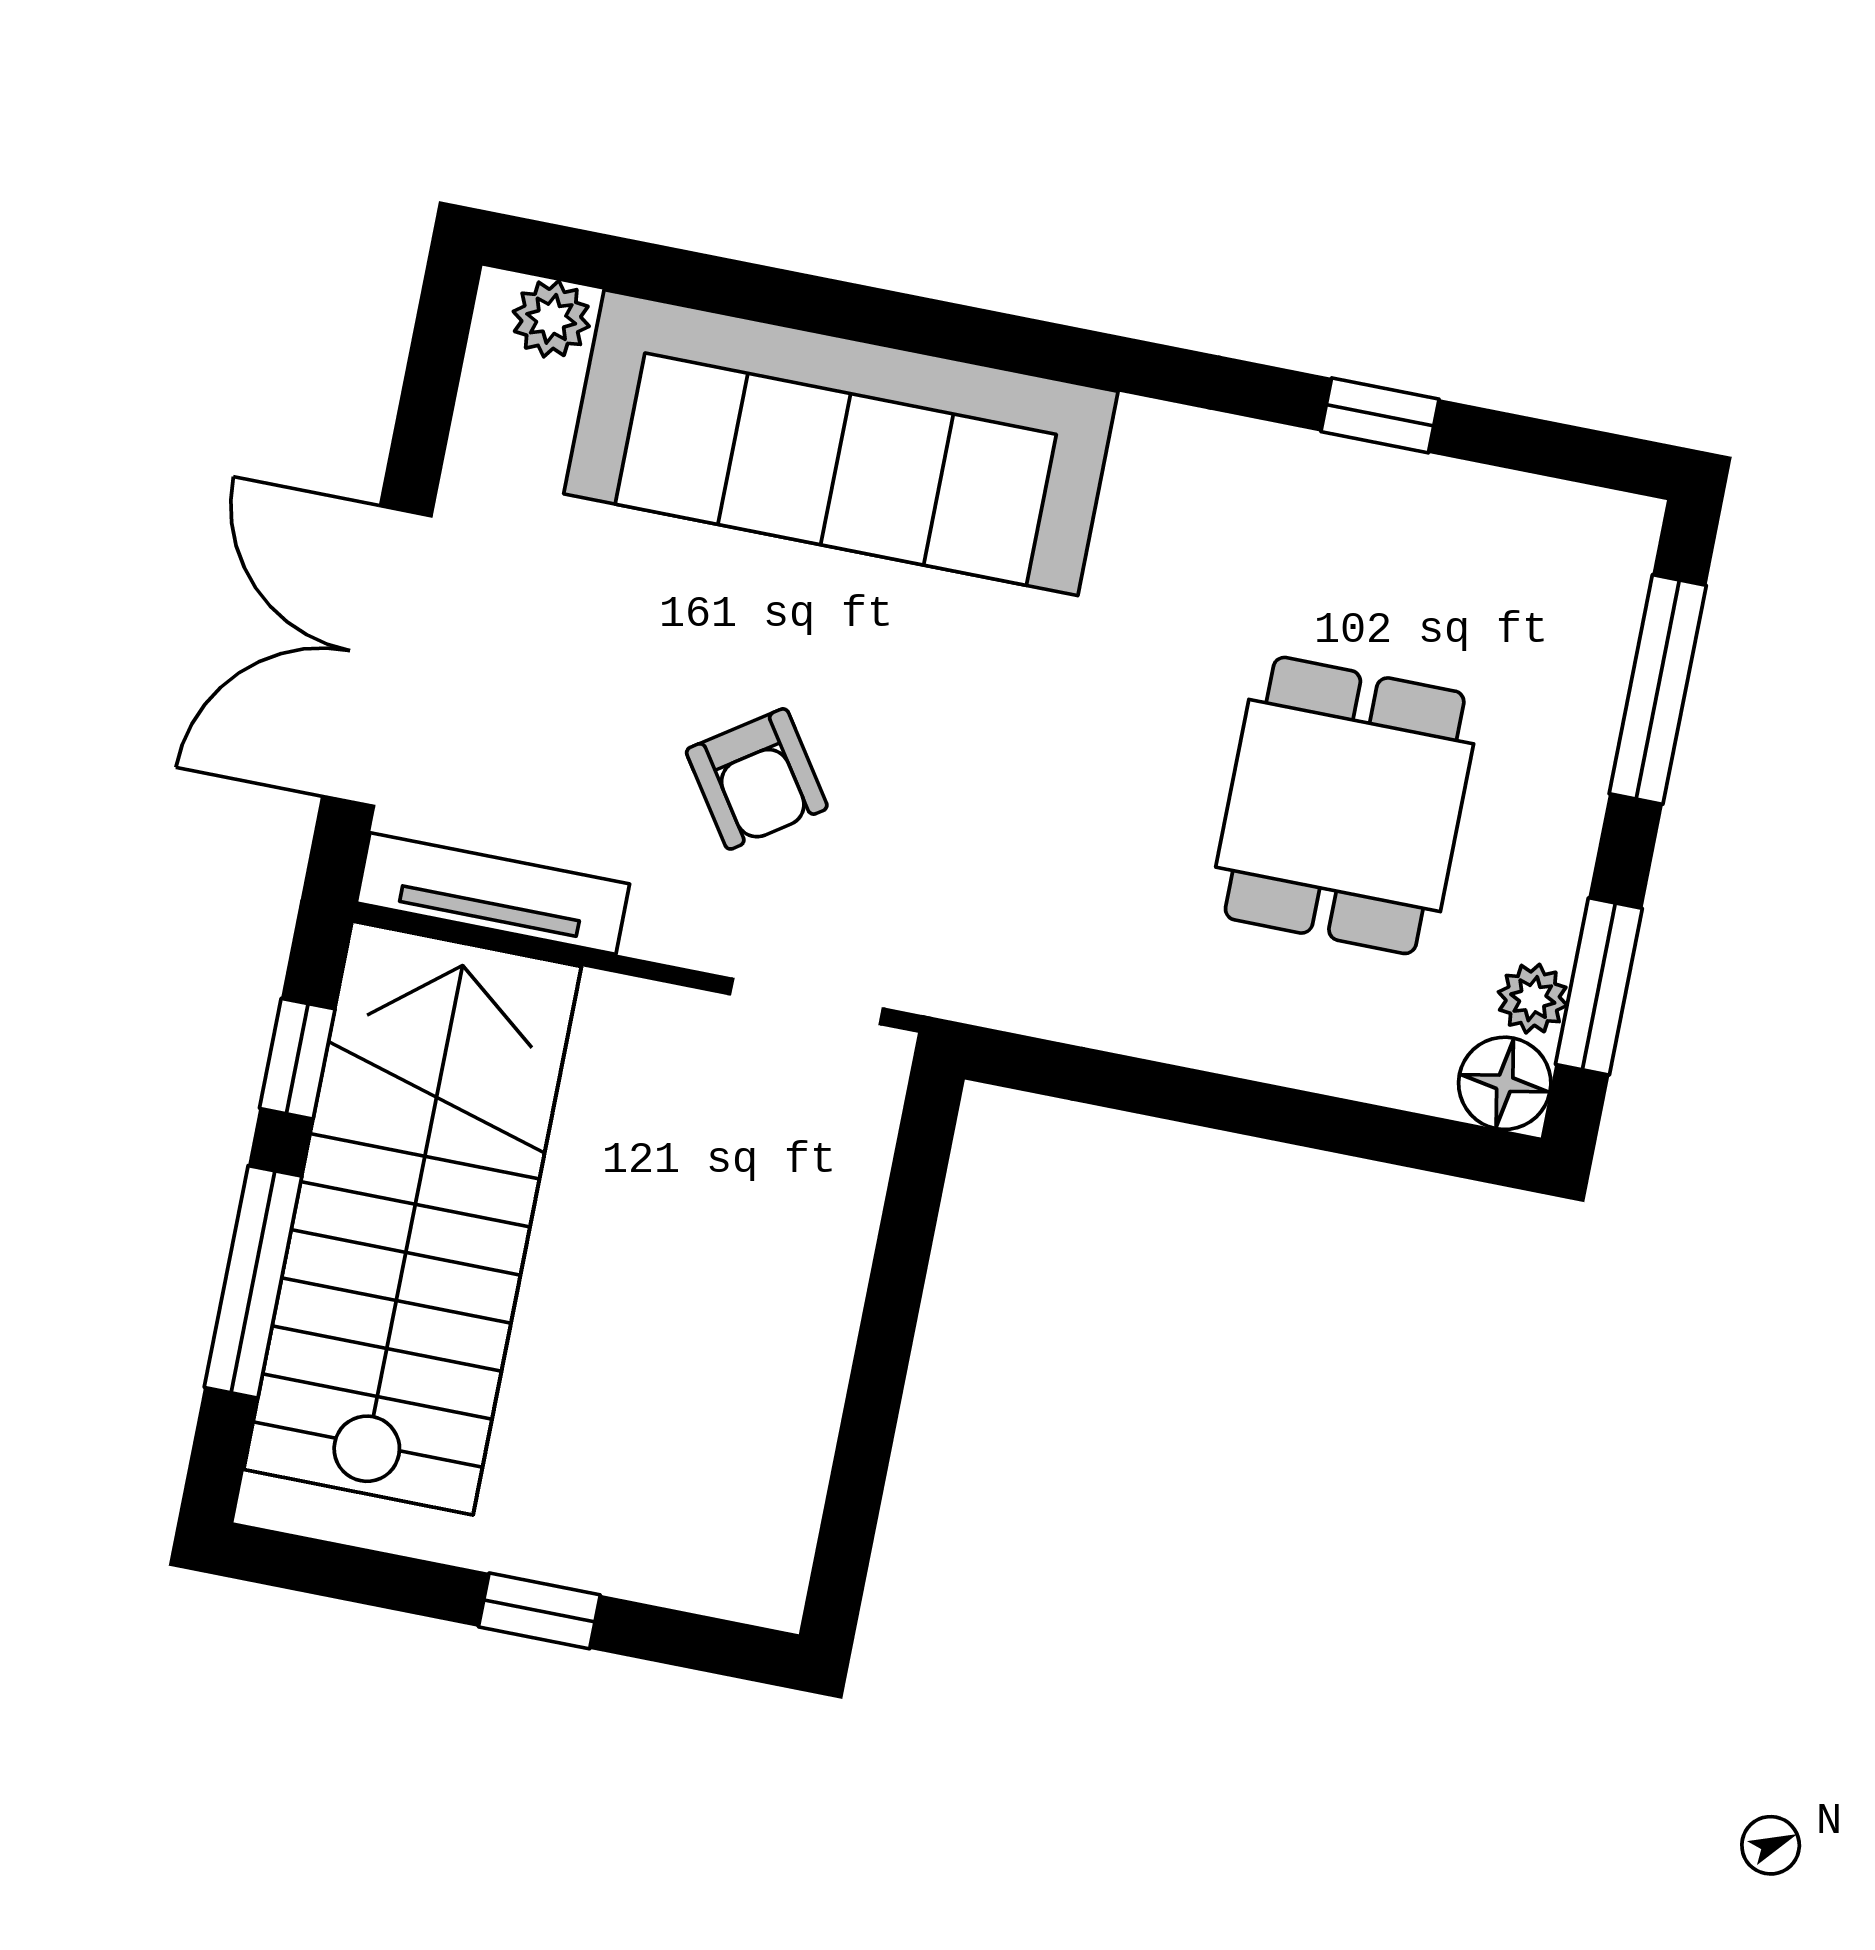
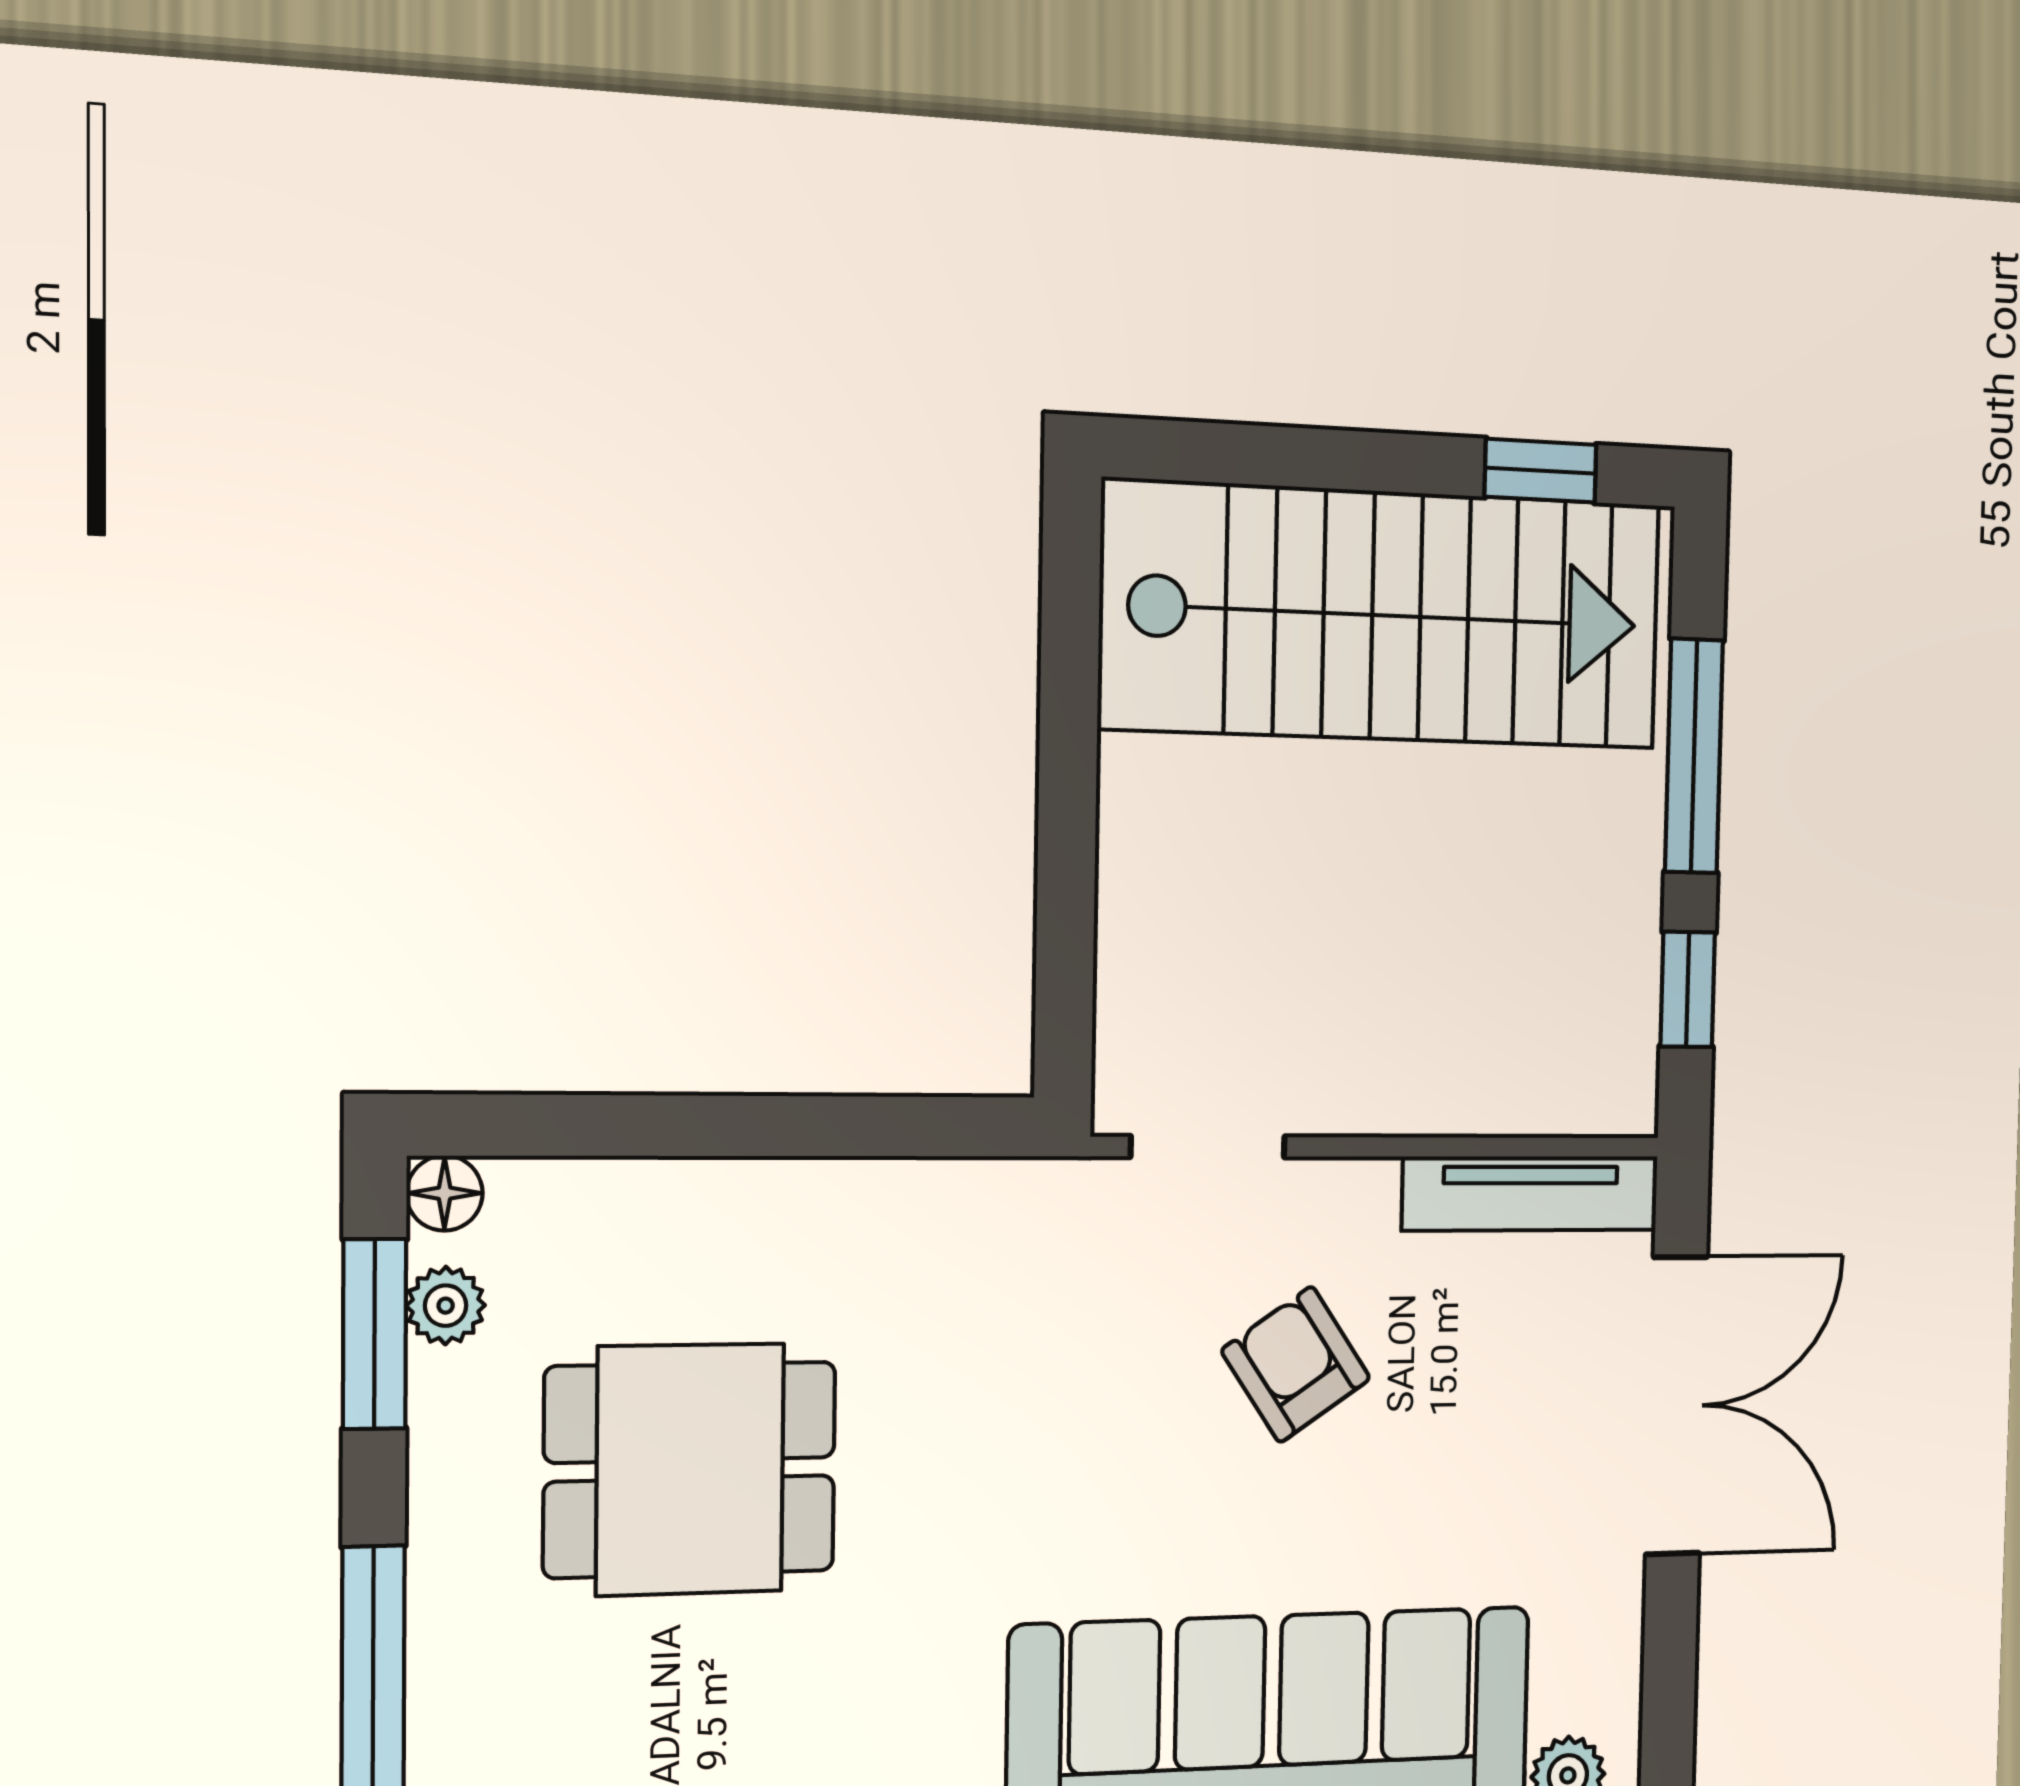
dining table: (1345, 805) -> (690, 1469), turned 90
floor lamp: (1505, 1083) -> (445, 1193), width x0.73, depth x0.73
stairs: (413, 1218) -> (1383, 615), moved, turned -90
window: (539, 1611) -> (1541, 471), moved

